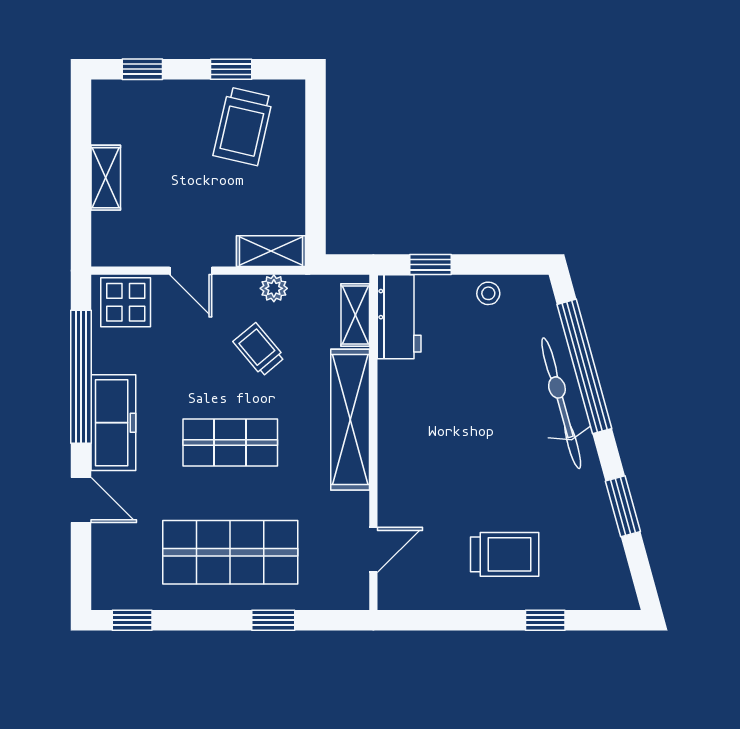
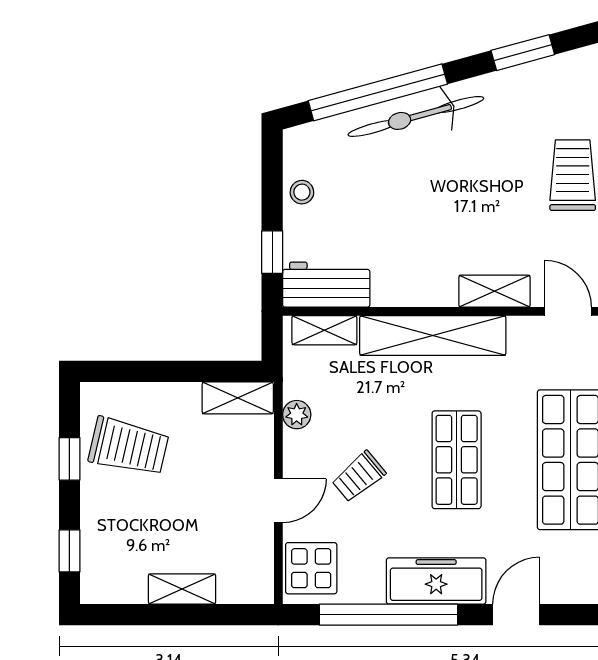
shelving: (271, 251) -> (238, 398), moved, turned 90
trolley: (259, 349) -> (359, 477), moved
shelving: (393, 479) -> (495, 291), added

